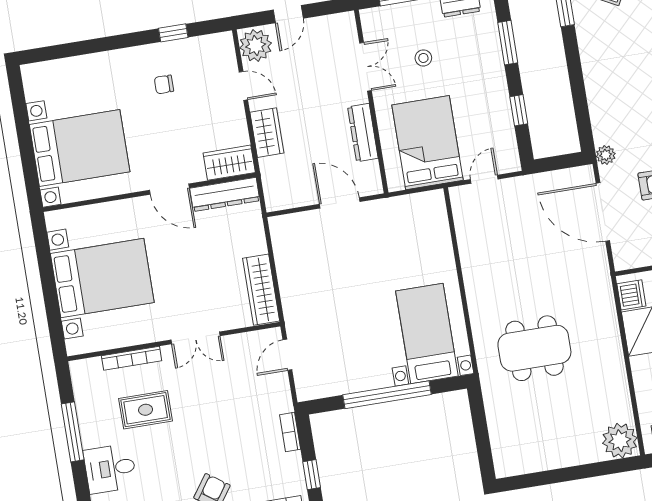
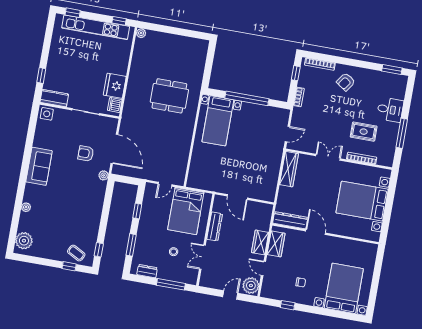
bed with nightstands: (80, 148) -> (344, 288), moved, turned 90
wardrobe: (229, 163) -> (276, 244), moved, turned -90
plant: (620, 441) -> (141, 33), width x0.53, depth x0.53

